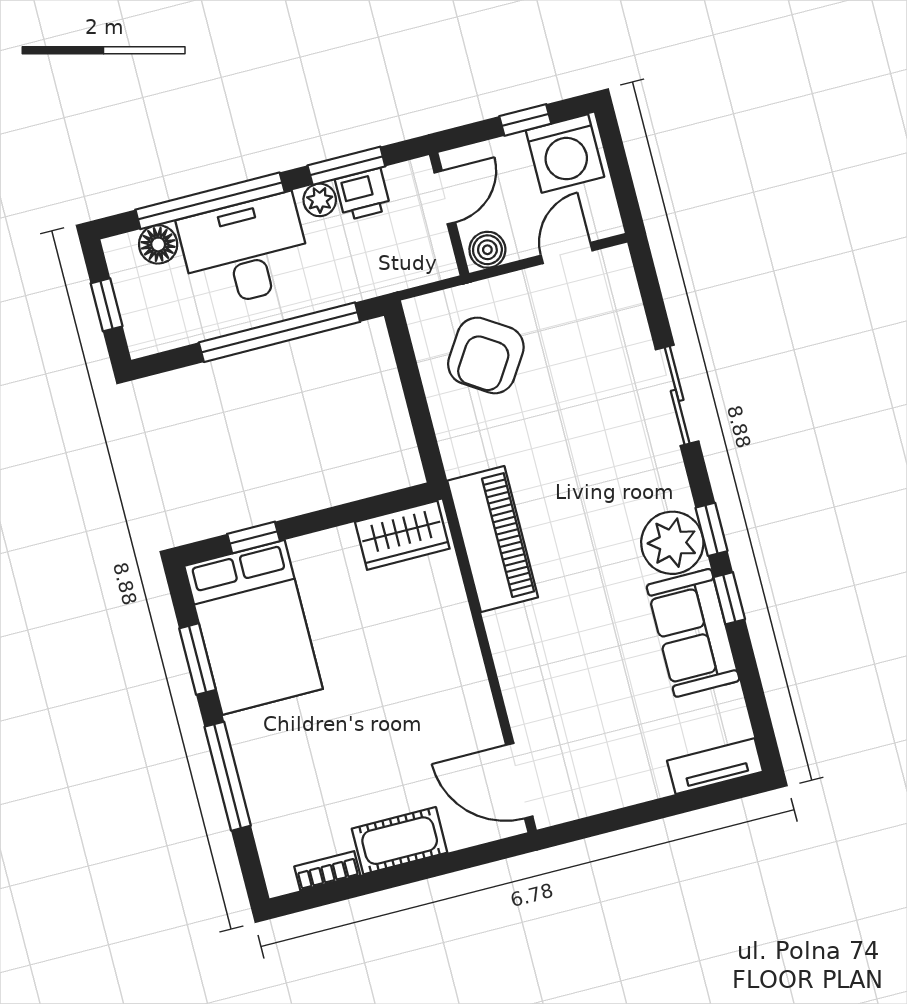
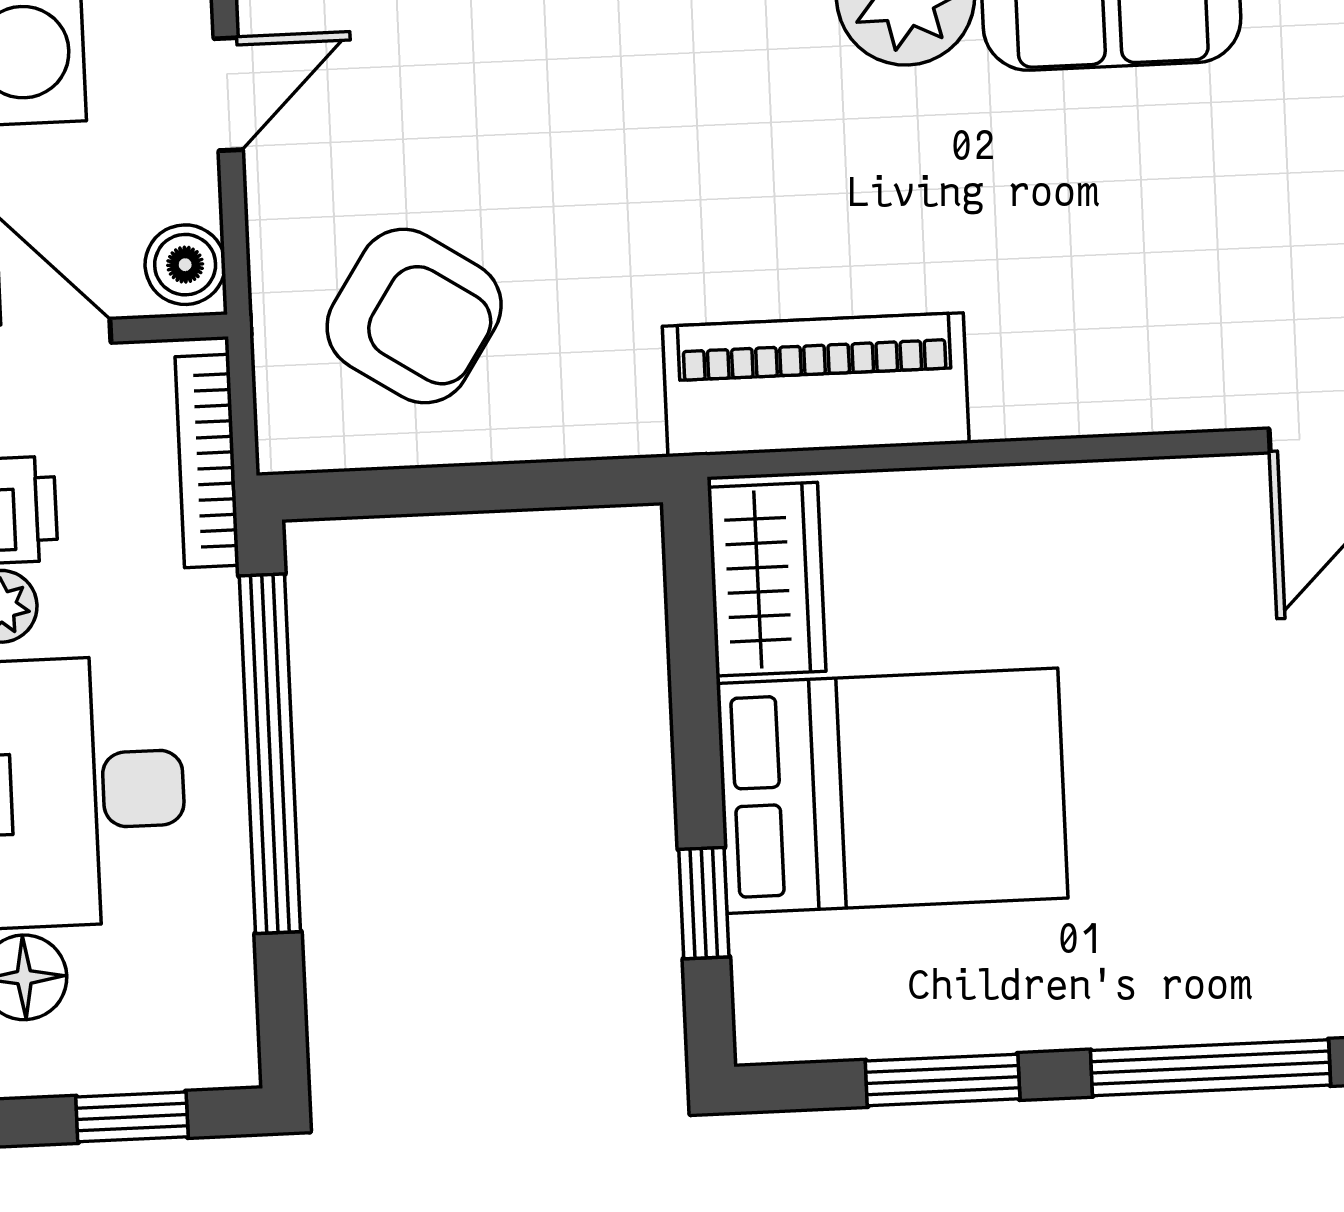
door: (567, 253) -> (228, 94), swing flipped
bookcase: (403, 277) -> (207, 461), added
bed: (253, 627) -> (892, 791), moved

